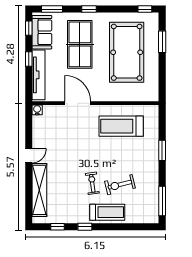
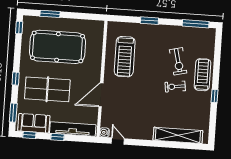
door: (29, 156) -> (118, 141), moved
window: (57, 227) -> (213, 121), removed

